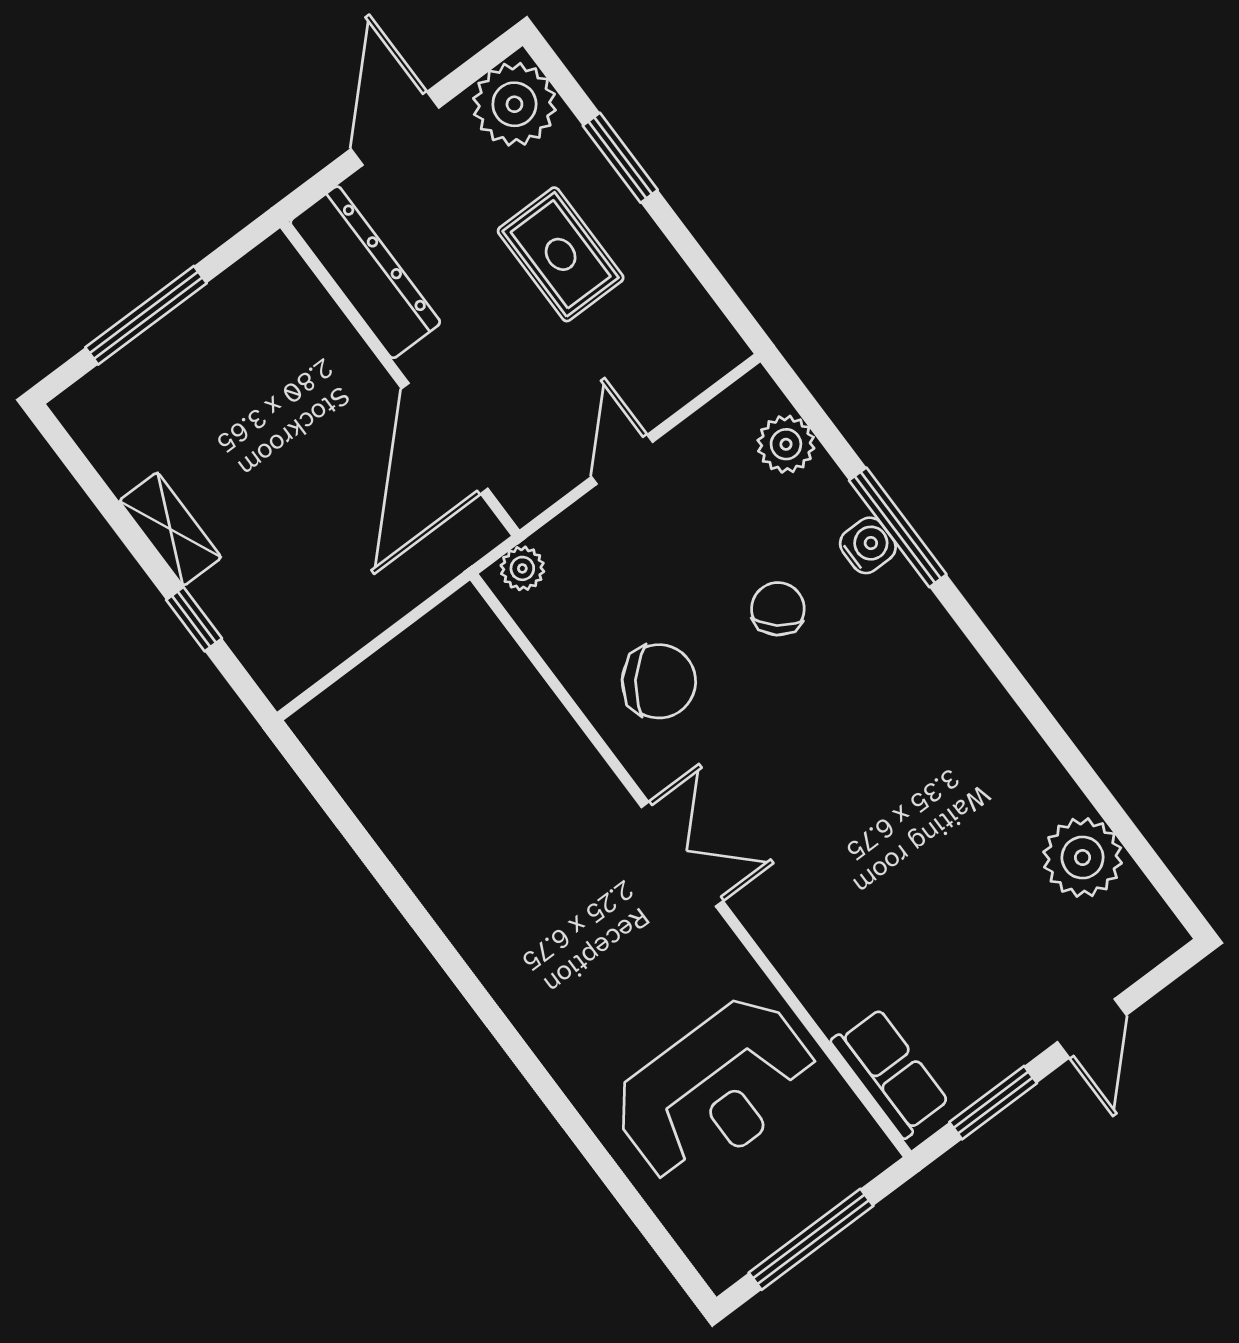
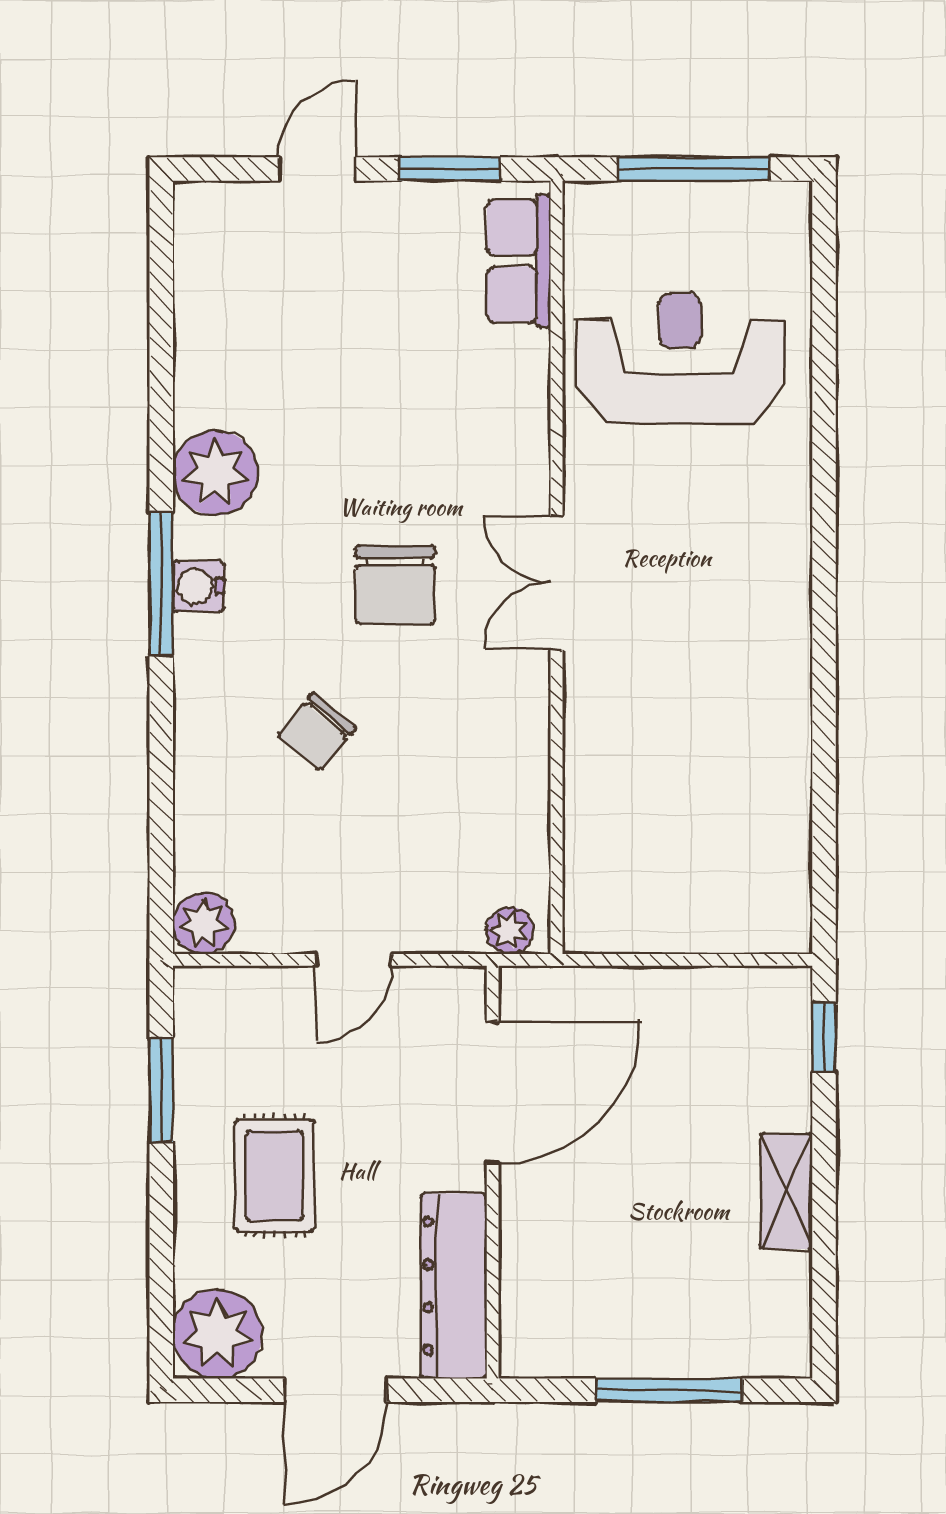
window: (620, 158) -> (161, 1090), moved
plant: (786, 444) -> (203, 923), moved
window: (898, 527) -> (161, 584), moved
water cooler: (868, 545) -> (198, 586), moved
window: (194, 619) -> (824, 1037), moved
chair: (659, 681) -> (395, 585), moved, turned -130
plant: (1083, 858) -> (215, 473), moved

